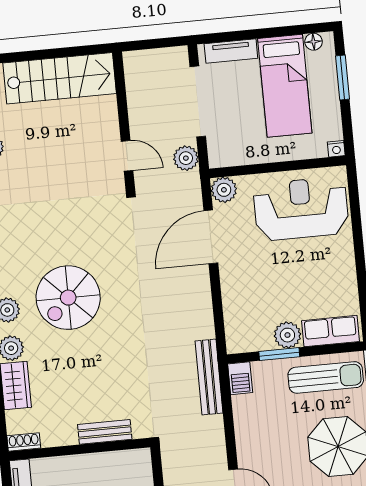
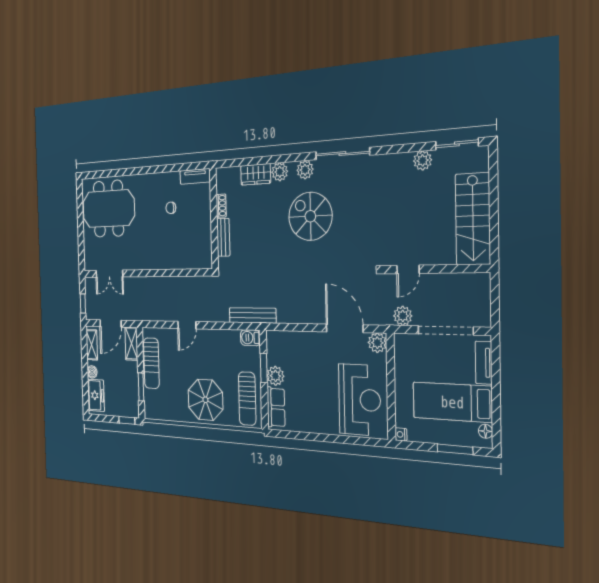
shoe rack: (24, 442) -> (221, 206), moved

